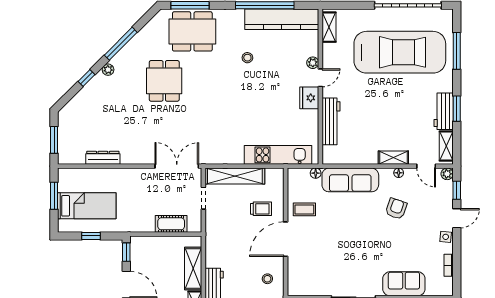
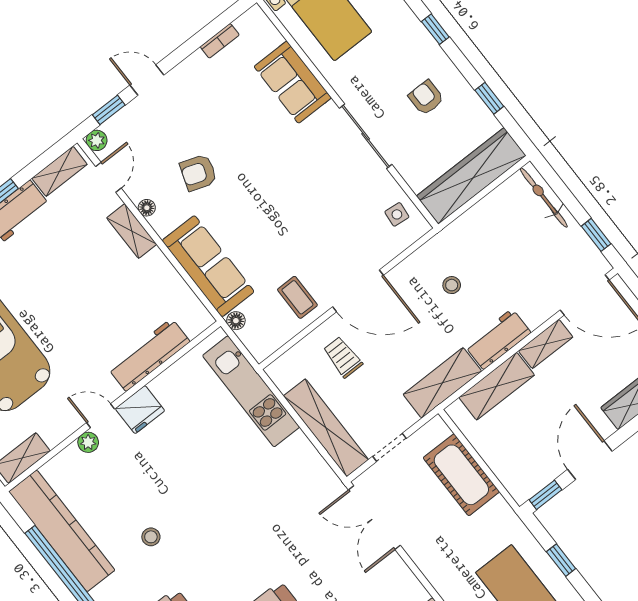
cot: (171, 224) -> (461, 475), width x1.37, depth x1.34
side table: (446, 237) -> (397, 214), moved
shelving: (214, 245) -> (442, 383), added
stool: (267, 279) -> (452, 285), moved

